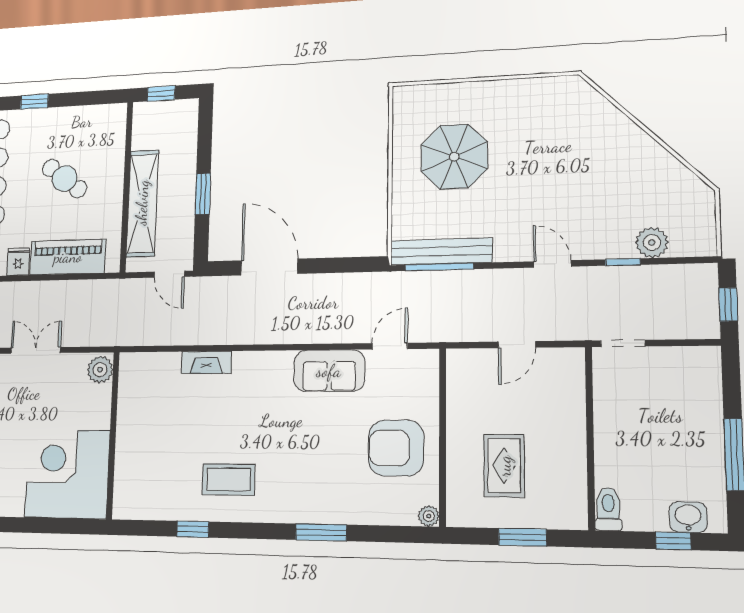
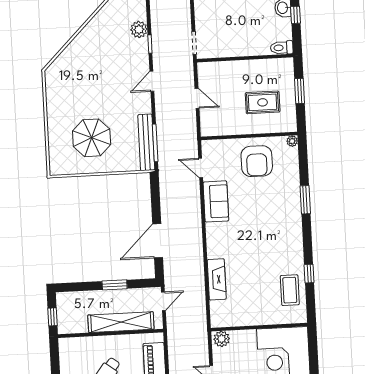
fireplace: (206, 362) -> (217, 279), width x1.37, depth x1.32
coffee table: (229, 480) -> (290, 290), moved

